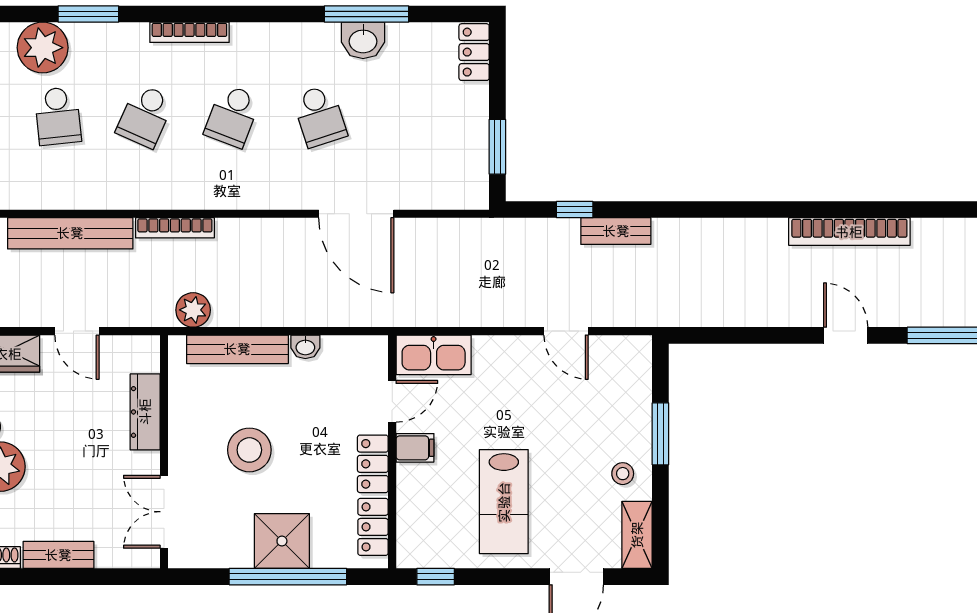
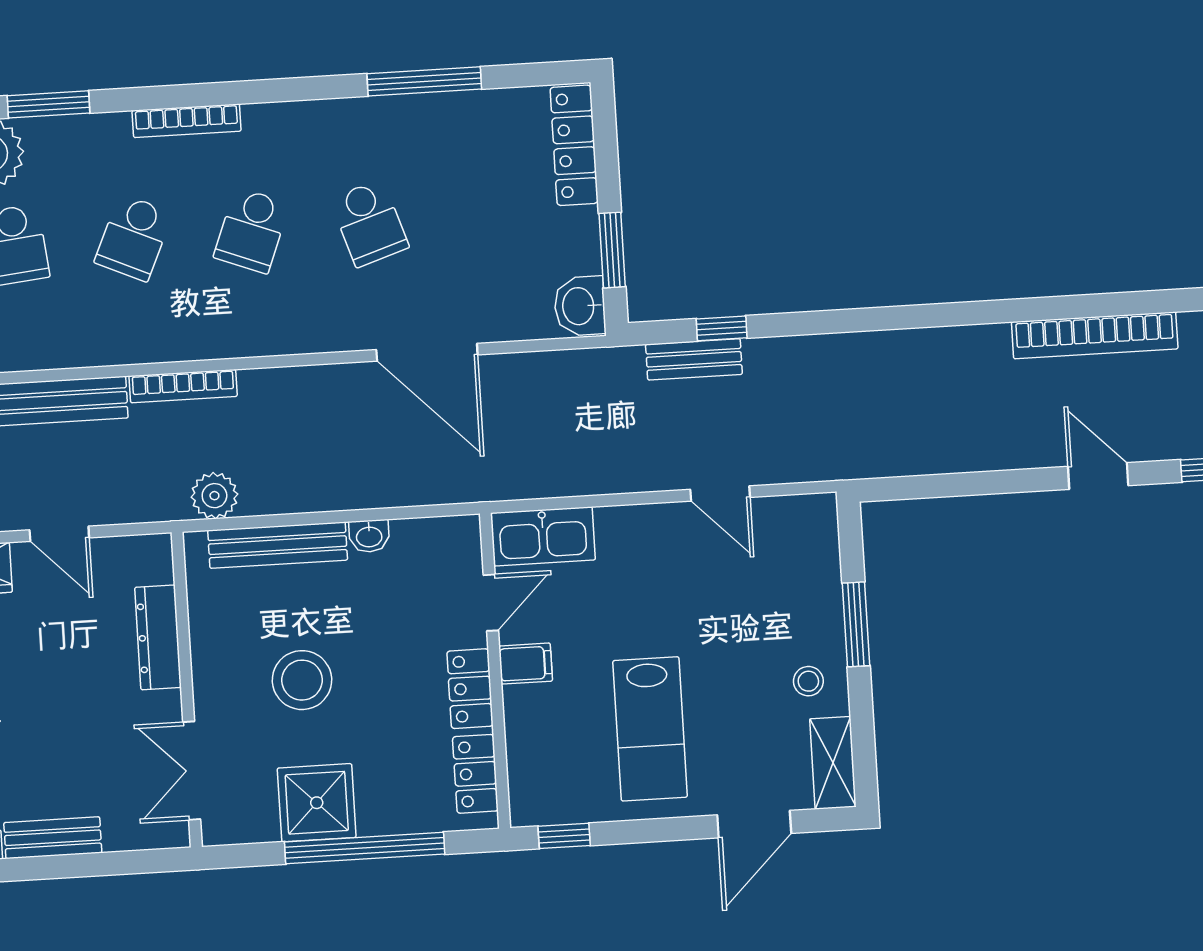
washbasin: (363, 40) -> (580, 306), moved, turned 90
locker: (474, 52) -> (574, 145), width x1.53
bench: (616, 231) -> (694, 359), moved
shower: (282, 541) -> (317, 803), moved

